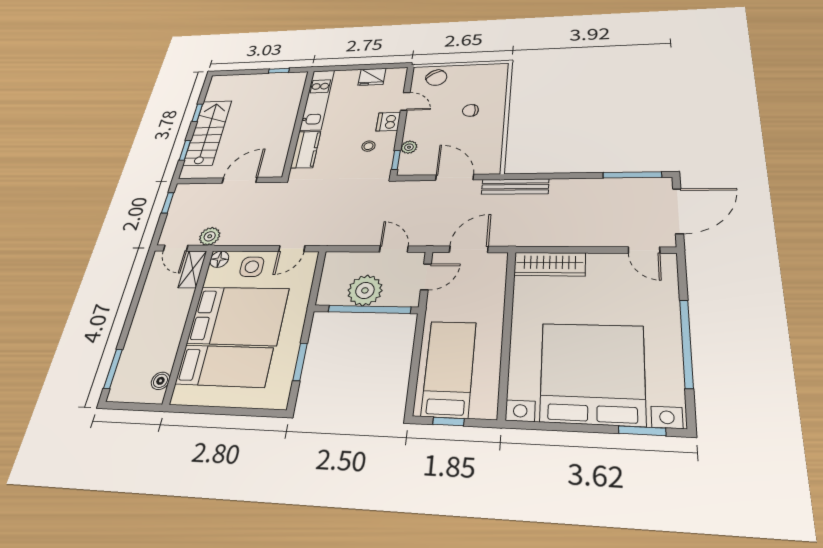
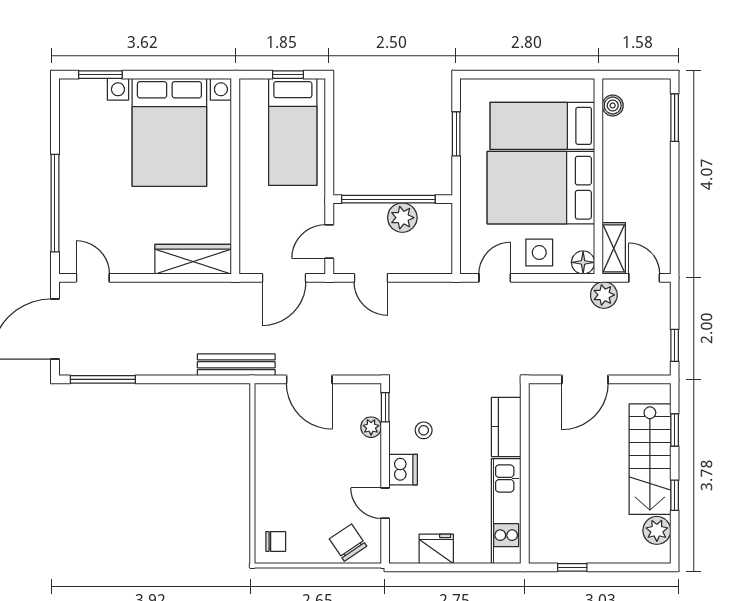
plant: (216, 93) -> (657, 530), added
chair: (470, 110) -> (276, 541), moved
plant: (365, 290) -> (402, 218), width x0.73, depth x0.73
window: (686, 343) -> (55, 203), moved
bed with nightstands: (592, 373) -> (169, 132), width x0.73

